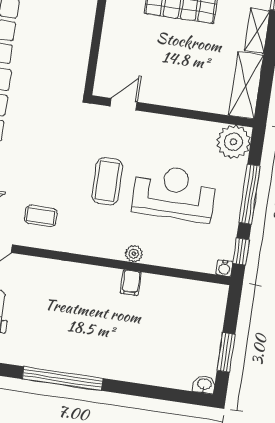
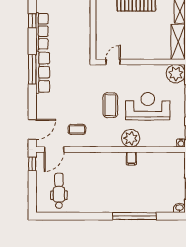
plant: (134, 254) -> (131, 138), width x1.88, depth x1.88
window: (63, 379) -> (134, 216), moved

